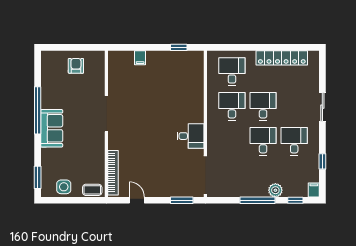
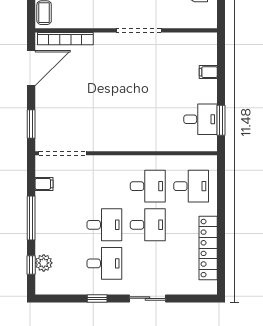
window: (179, 47) -> (221, 120), width x1.50
desk: (190, 136) -> (201, 119), moved, turned -90
window: (322, 161) -> (97, 298), moved
plant: (275, 190) -> (44, 263), moved
filing cabinet: (314, 190) -> (44, 184), moved
door: (137, 200) -> (31, 68), width x1.88

